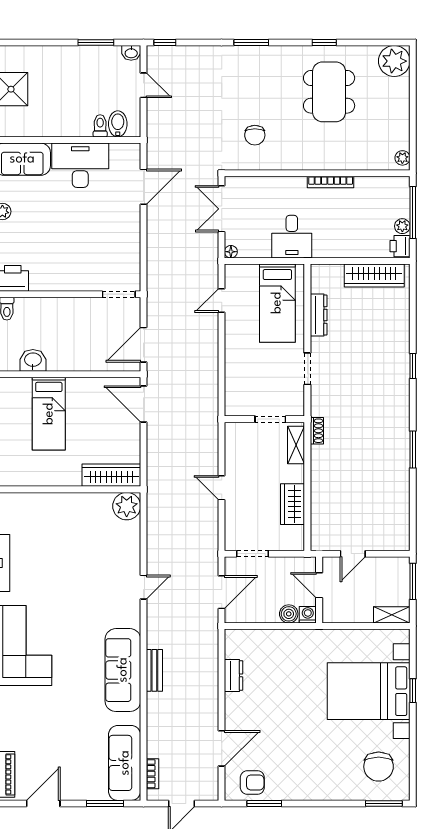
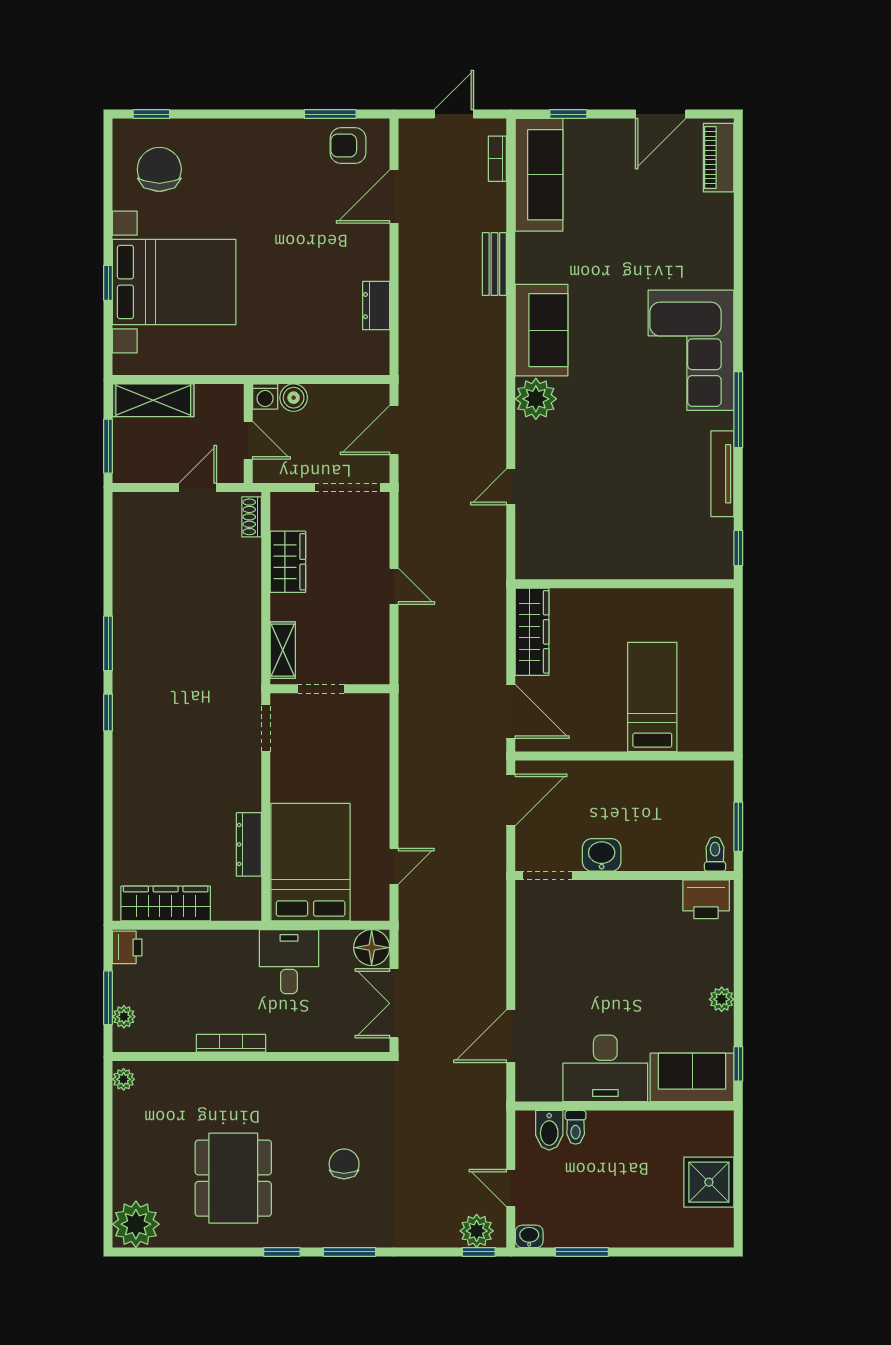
window: (324, 42) -> (282, 1252), moved
plant: (166, 57) -> (477, 1231), added
chair: (255, 135) -> (344, 1164), moved
double door: (222, 209) -> (394, 1003), swing flipped
window: (413, 212) -> (108, 998), width x0.69
plant: (402, 226) -> (124, 1017), moved
floor lamp: (231, 252) -> (372, 948), width x1.89, depth x1.89
bed: (277, 303) -> (311, 862), width x1.50
washbasin: (33, 360) -> (602, 855), moved, turned 180
window: (413, 366) -> (108, 713), moved
doorway: (307, 369) -> (266, 728), moved
shoe rack: (317, 431) -> (252, 517), moved
wardrobe: (111, 475) -> (532, 632), moved, turned -90
plant: (127, 506) -> (536, 399), moved
doorway: (252, 554) -> (348, 488), width x1.38
door: (143, 587) -> (511, 487), moved
shelving: (392, 615) -> (153, 400), width x1.50, depth x1.33
sofa: (123, 670) -> (542, 330), width x0.73
bench: (154, 670) -> (494, 264), moved
window: (105, 804) -> (568, 114), width x0.67
window: (384, 804) -> (151, 114), width x0.67

